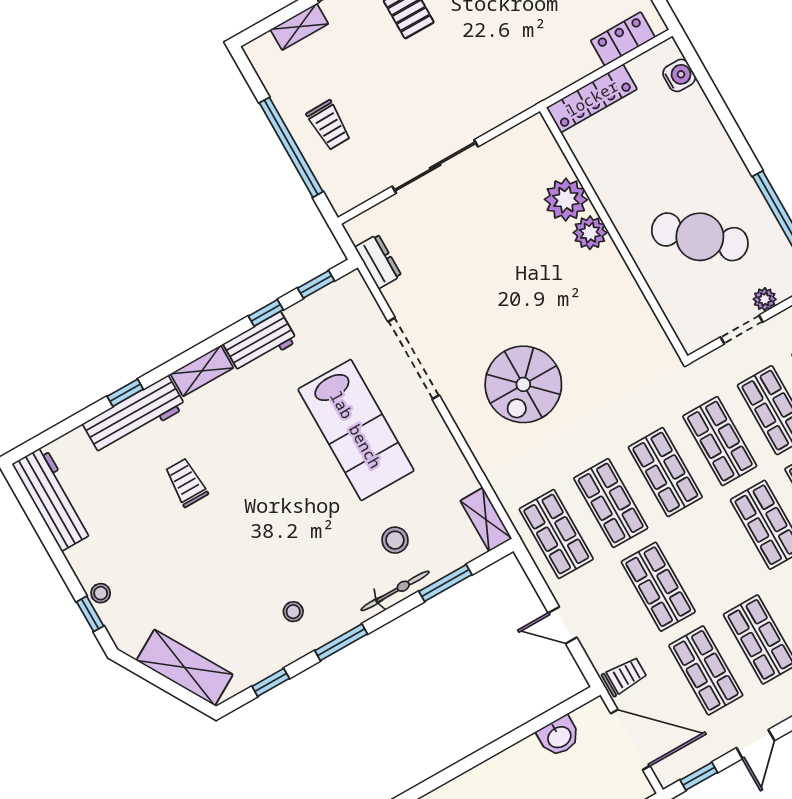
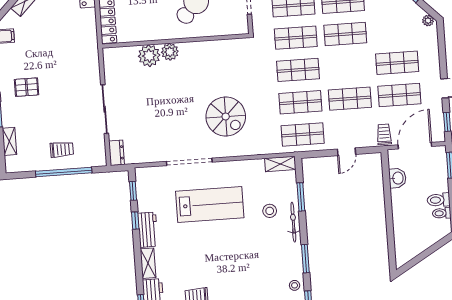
dresser: (378, 261) -> (117, 153), moved, turned 90
stool: (293, 612) -> (295, 285), moved

